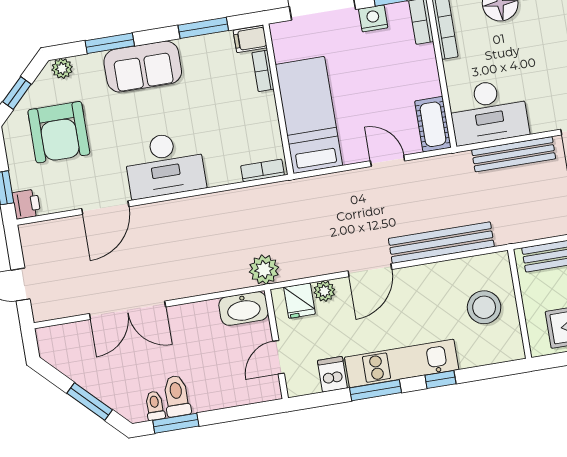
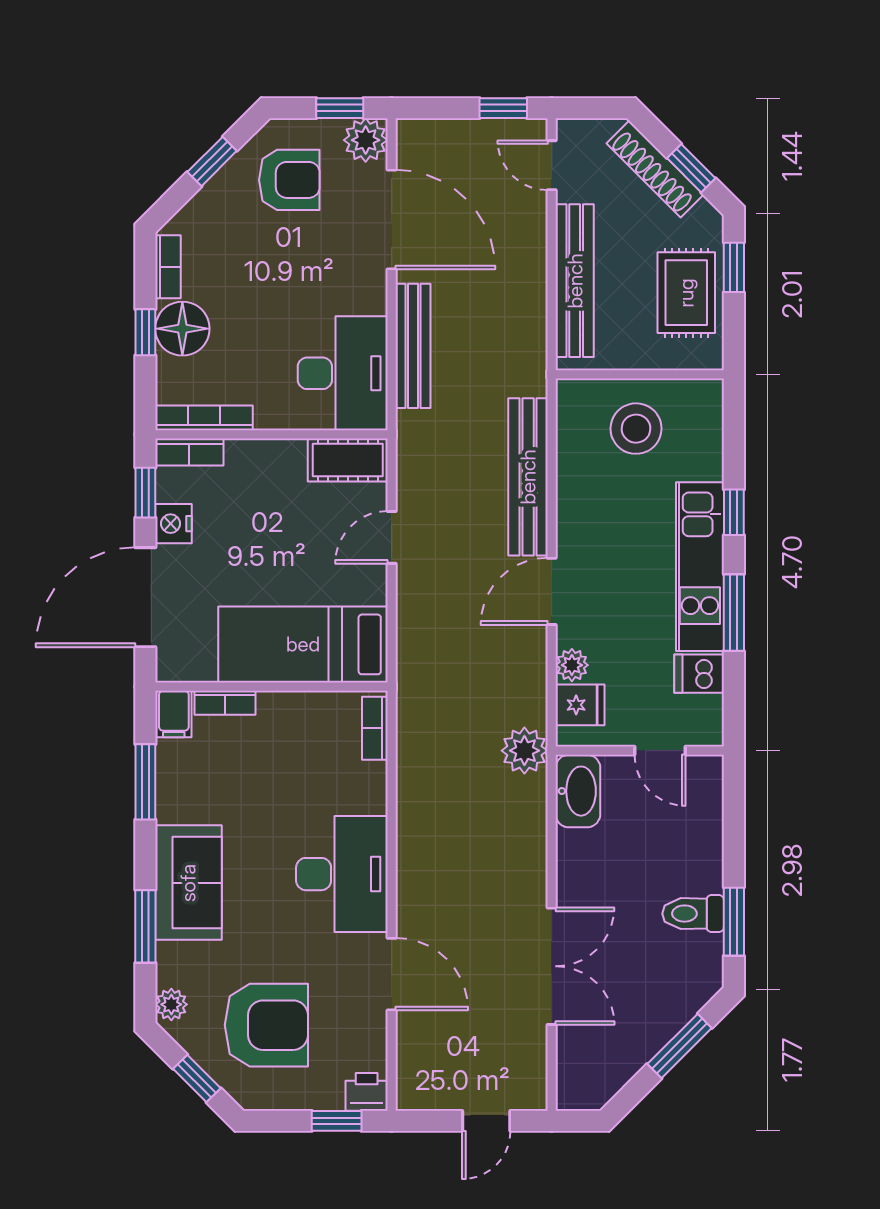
door: (370, 270) -> (552, 591), swing flipped
toilet: (155, 406) -> (702, 949), removed

